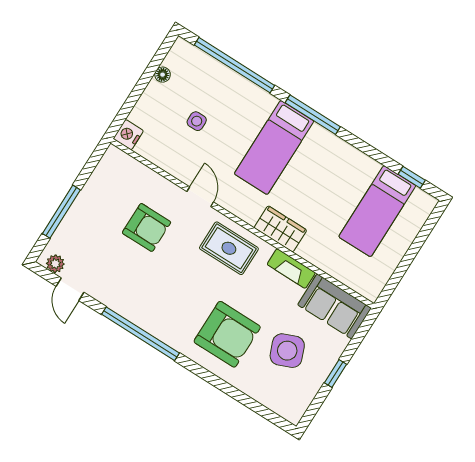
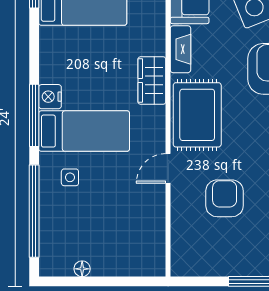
side table: (197, 121) -> (70, 177), moved
nightstand: (128, 135) -> (50, 97), moved, turned 90
rug: (229, 248) -> (197, 115), width x1.36, depth x1.43

